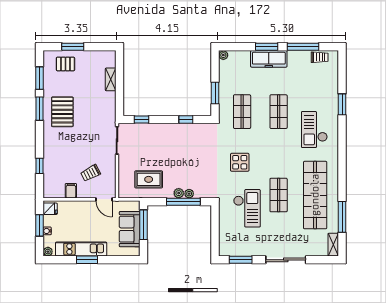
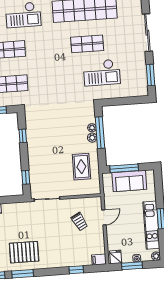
display table: (240, 162) -> (59, 82), removed
filing cabinet: (71, 191) -> (99, 260), moved
door: (104, 199) -> (104, 217), moved
checkout: (247, 208) -> (102, 73), turned 180

